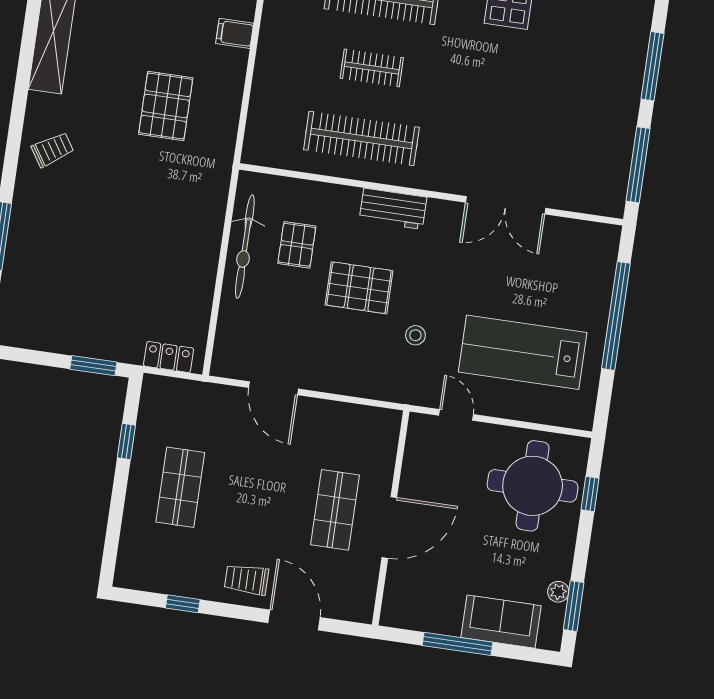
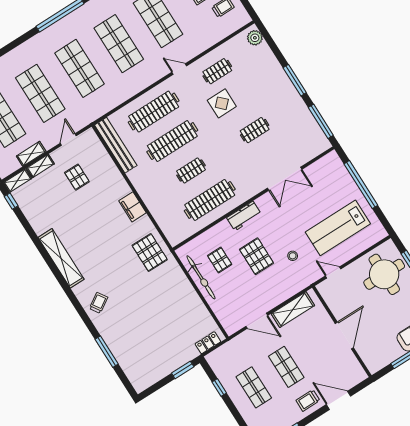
filing cabinet: (235, 33) -> (132, 207), width x2.00
clothes rail: (524, 90) -> (255, 130), added
pallet: (166, 106) -> (150, 253), moved
pallet: (359, 288) -> (257, 256), turned 90
shelving: (344, 419) -> (293, 310), added
shop shelf: (335, 510) -> (286, 367), moved

